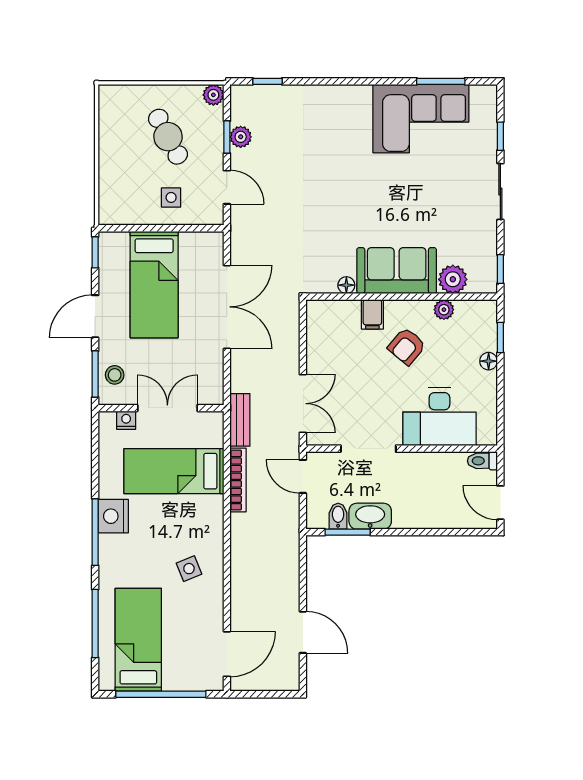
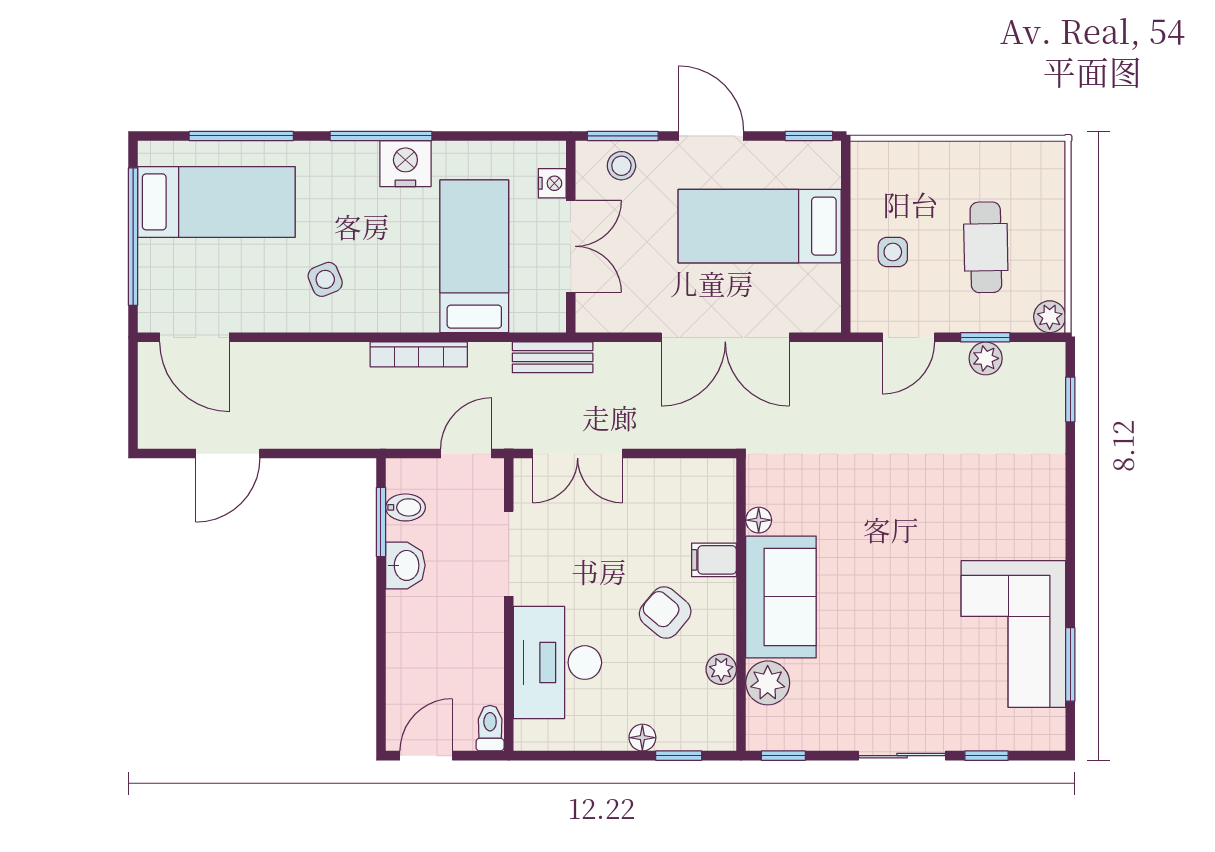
cafe table: (168, 137) -> (986, 247), turned -63
bookcase: (238, 480) -> (419, 354), moved
washbasin: (370, 516) -> (405, 565), width x0.72

